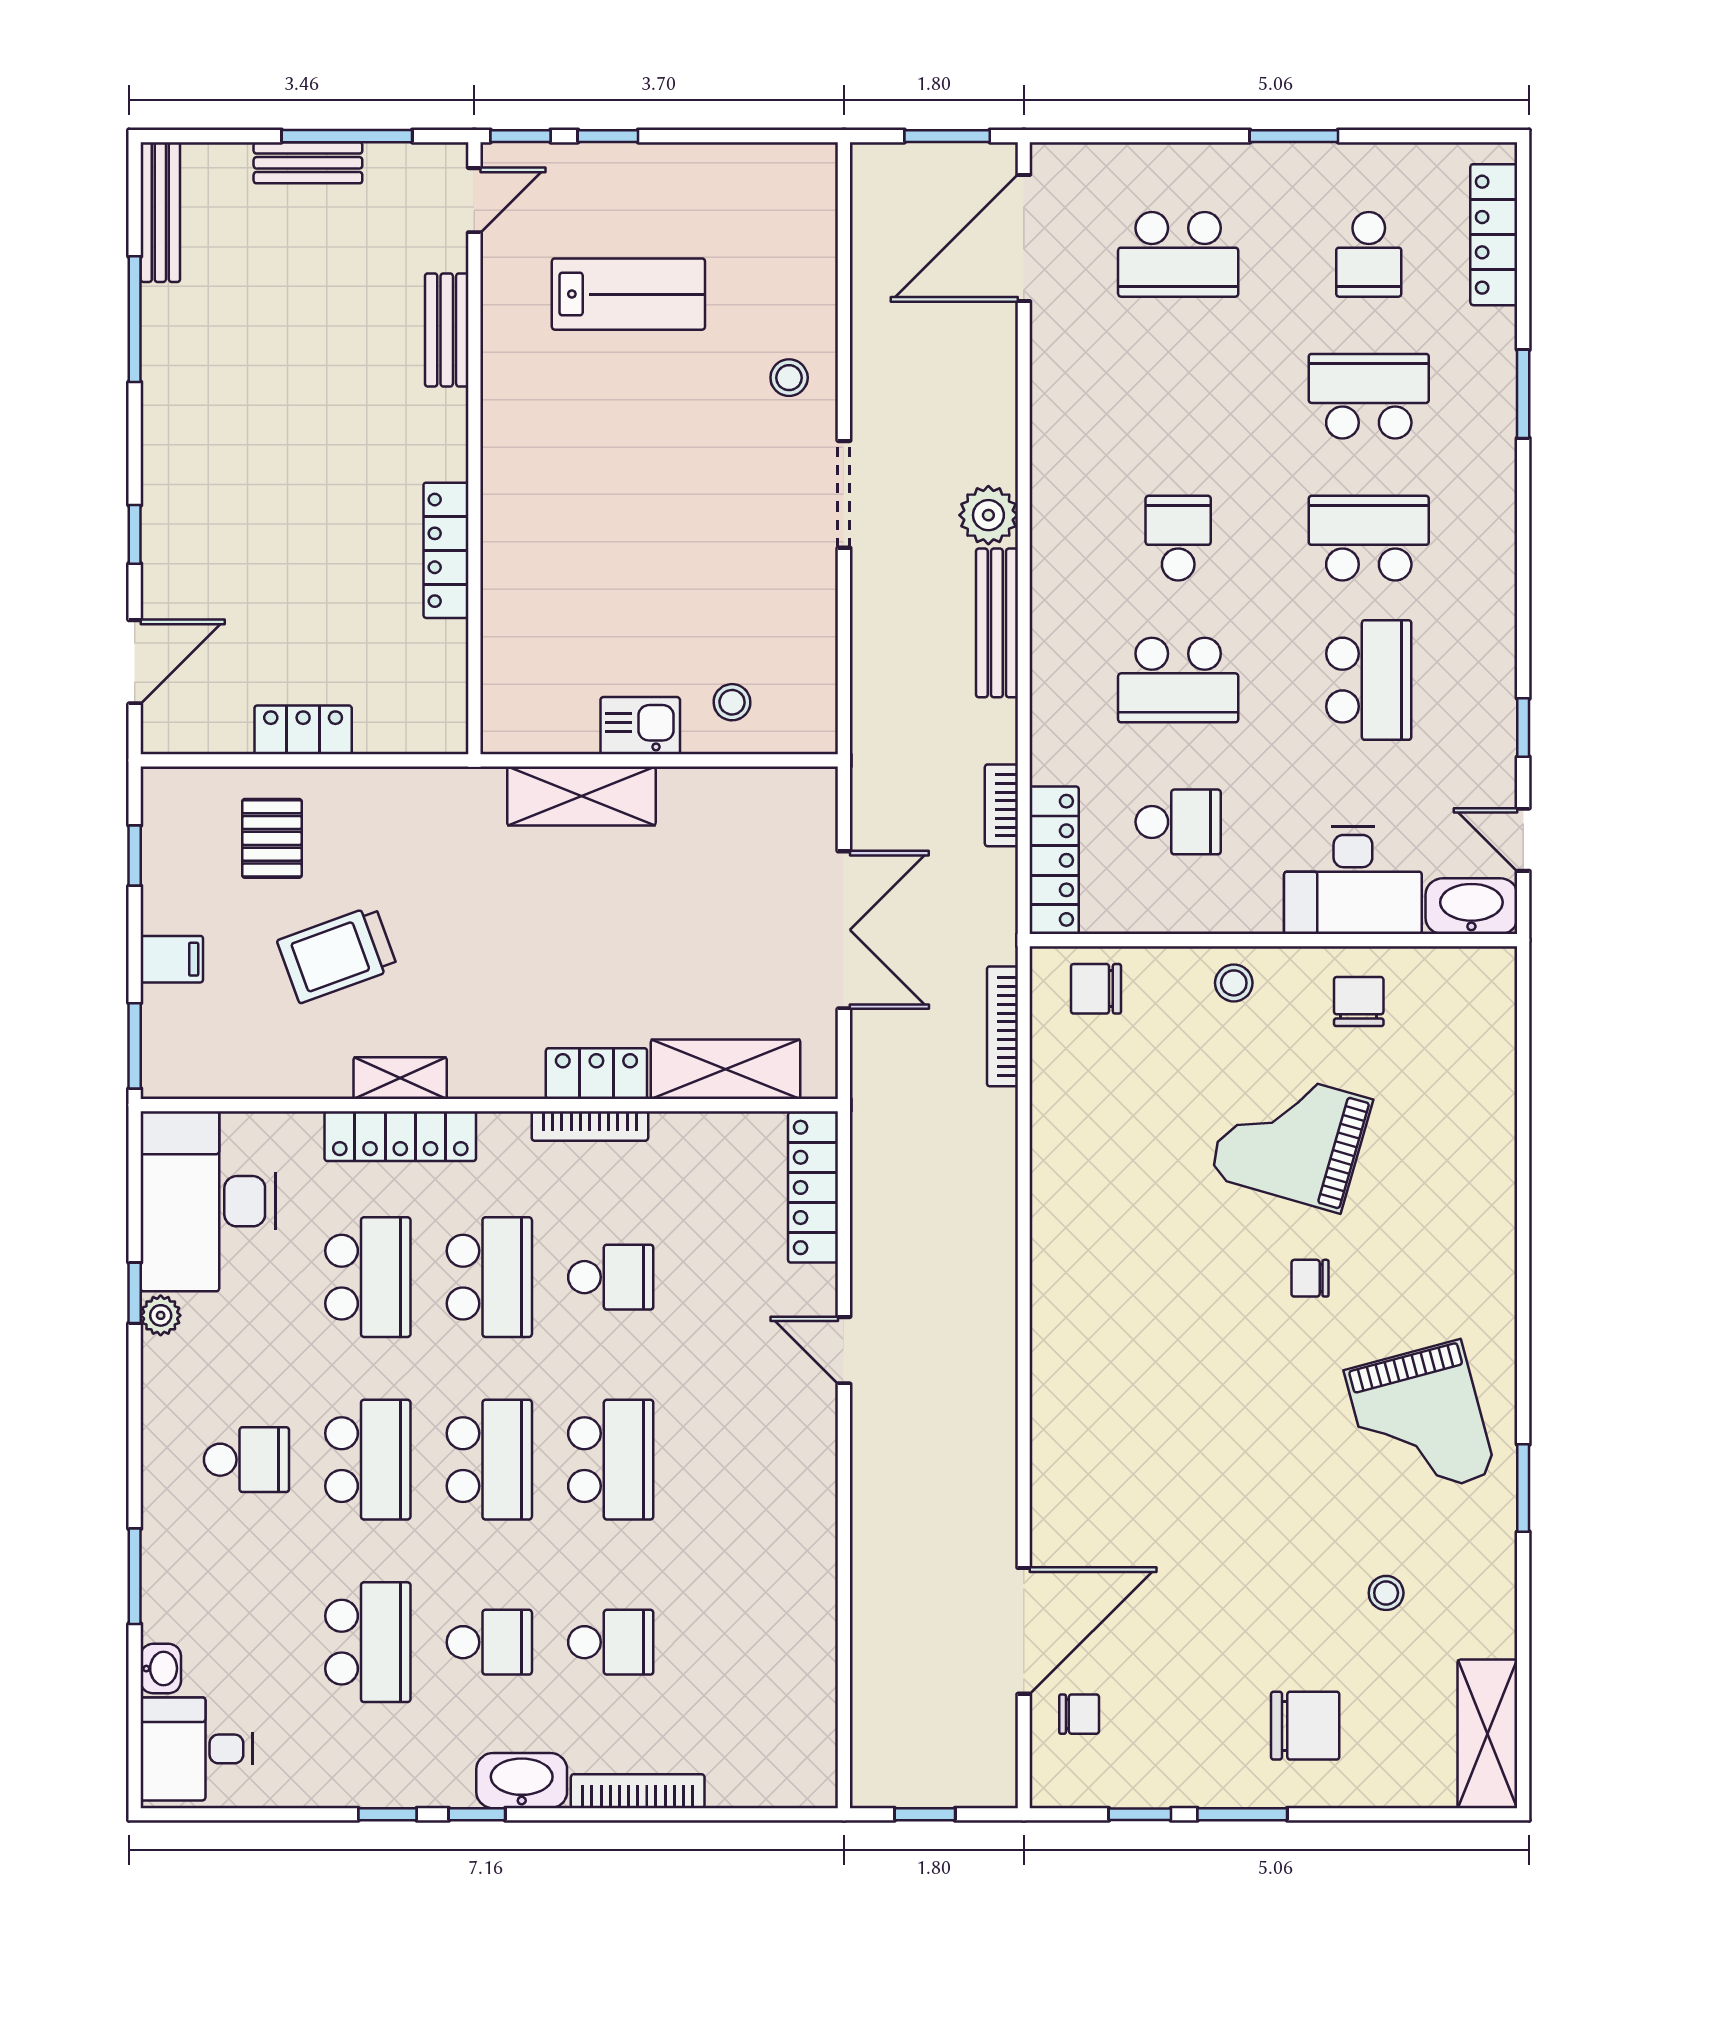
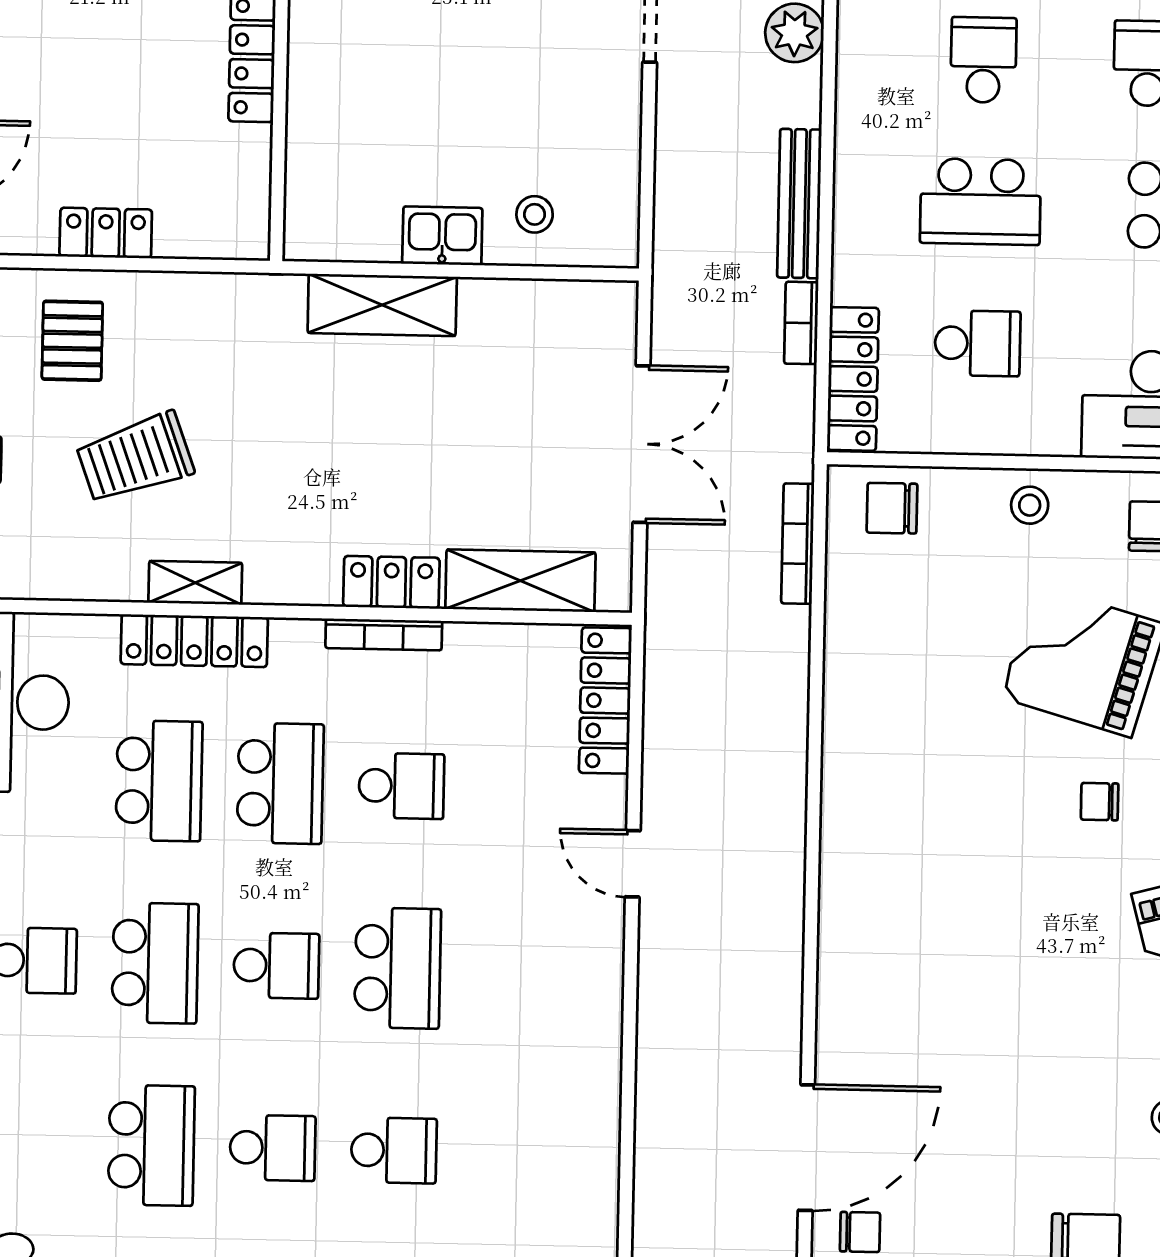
bench: (997, 623) -> (799, 204), moved
school desk: (489, 1460) -> (276, 966), width x0.54

